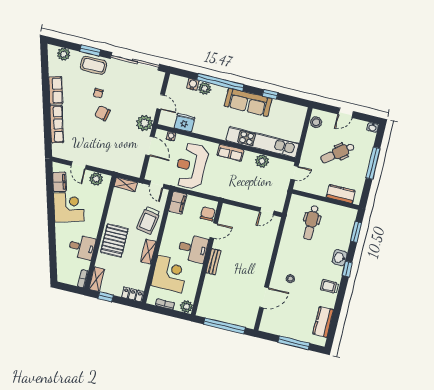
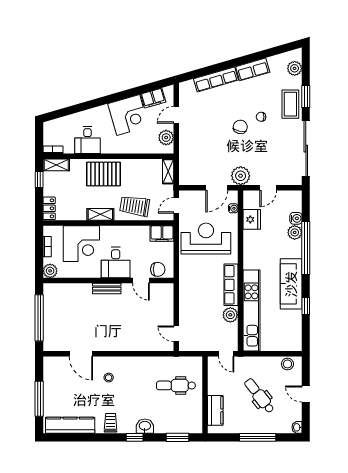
row of seats: (230, 153) -> (231, 285), width x1.48
kitchen counter: (323, 322) -> (70, 425), width x1.50

